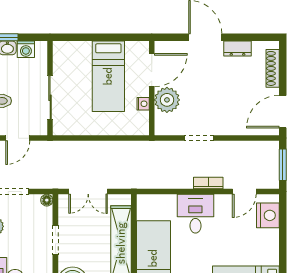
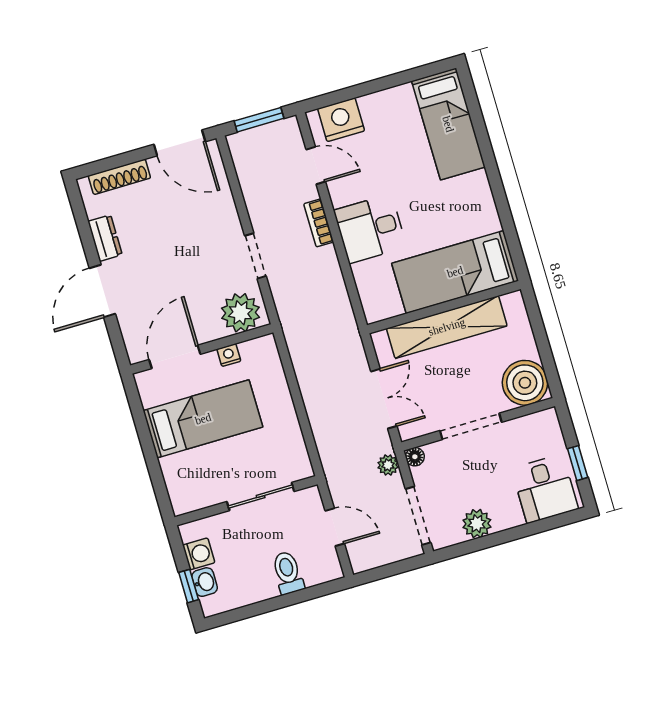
door: (152, 70) -> (175, 357), hinge flipped
plant: (167, 100) -> (240, 313), moved
plant: (47, 182) -> (388, 465), added
doorway: (55, 240) -> (471, 426), width x1.38

